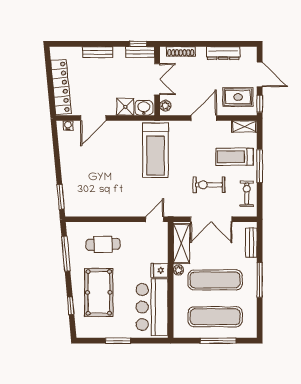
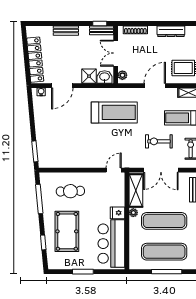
double door: (157, 79) -> (116, 53), swing flipped
treadmill: (155, 150) -> (114, 112), turned -90

